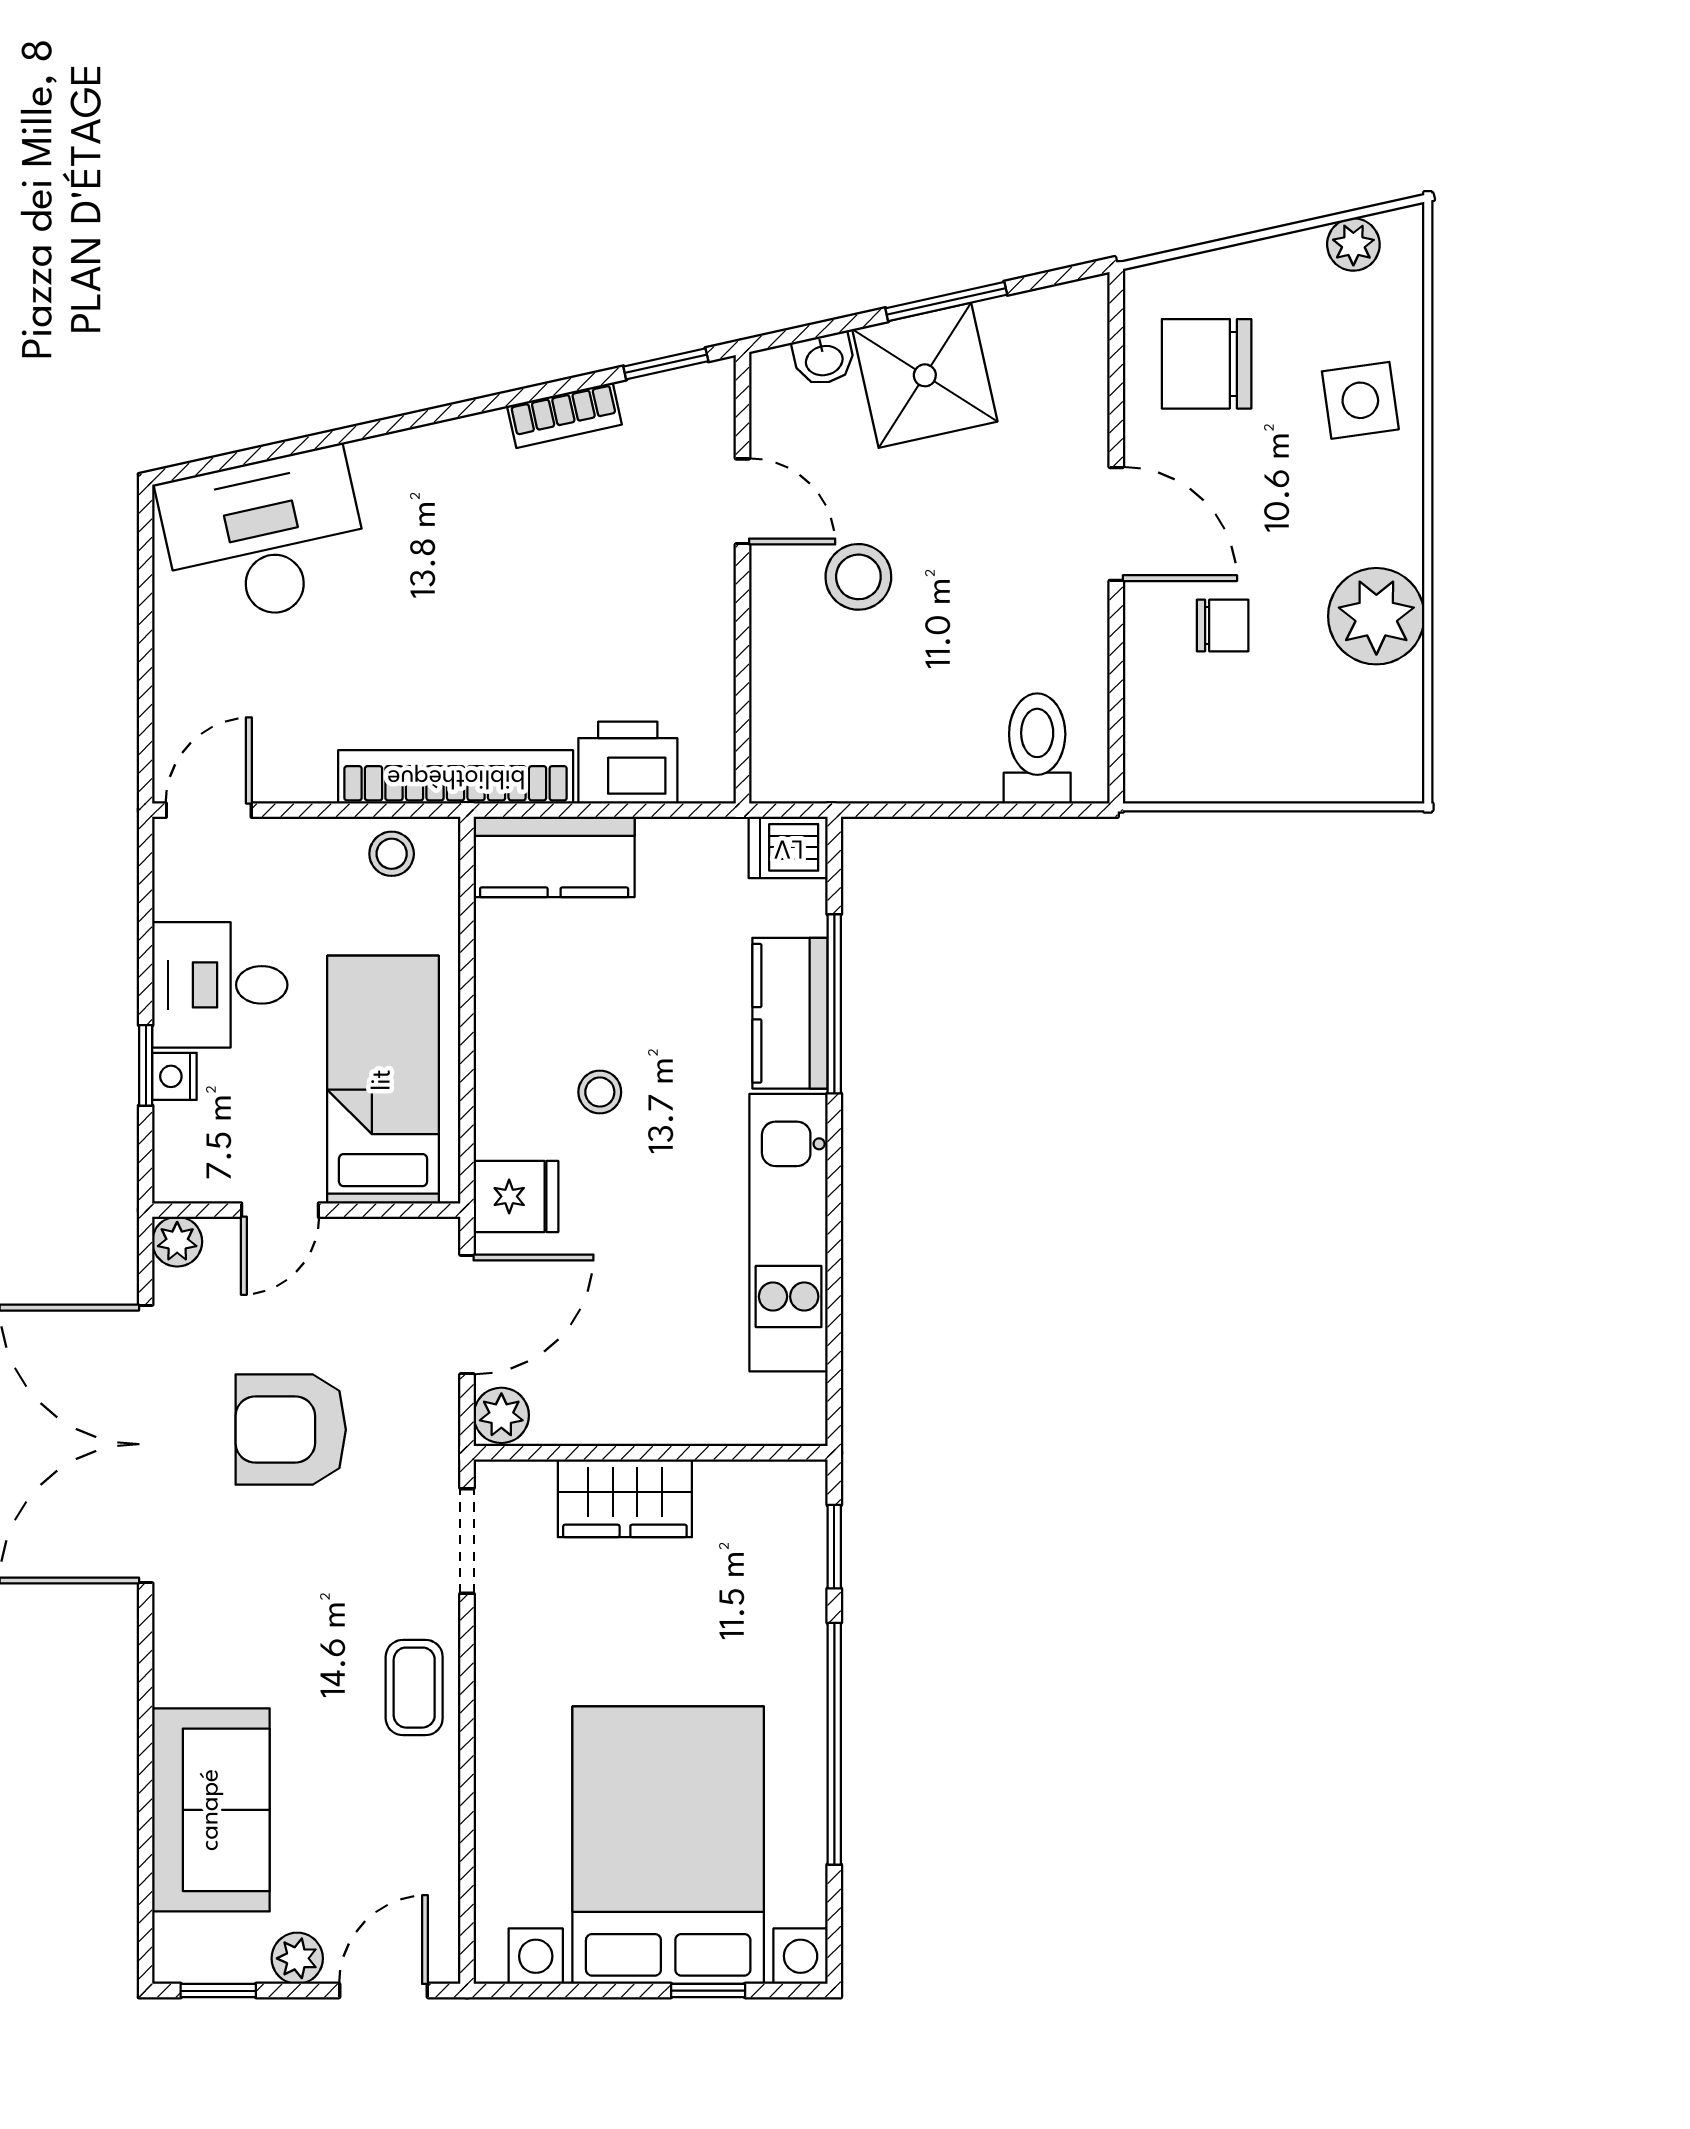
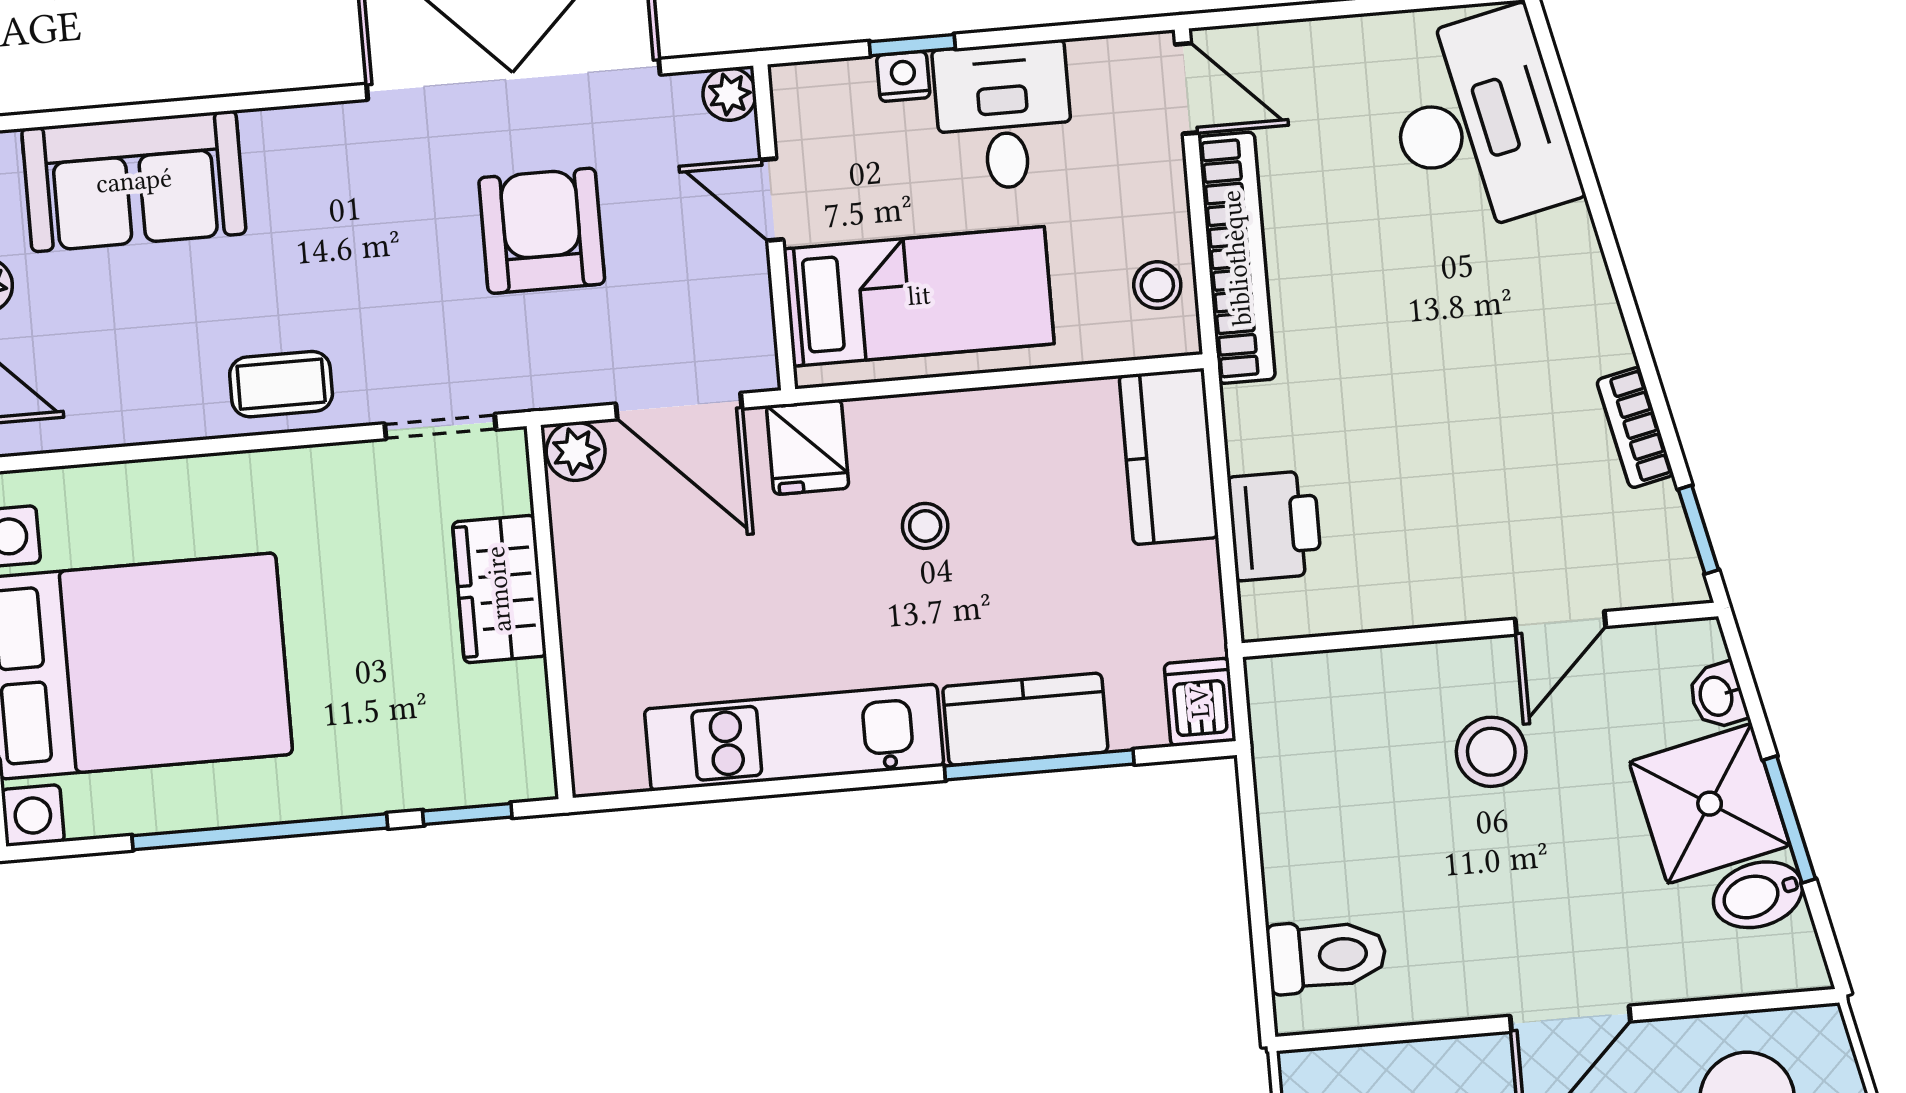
bidet: (1015, 337) -> (1758, 895), added
bookcase: (456, 777) -> (1237, 258), moved

